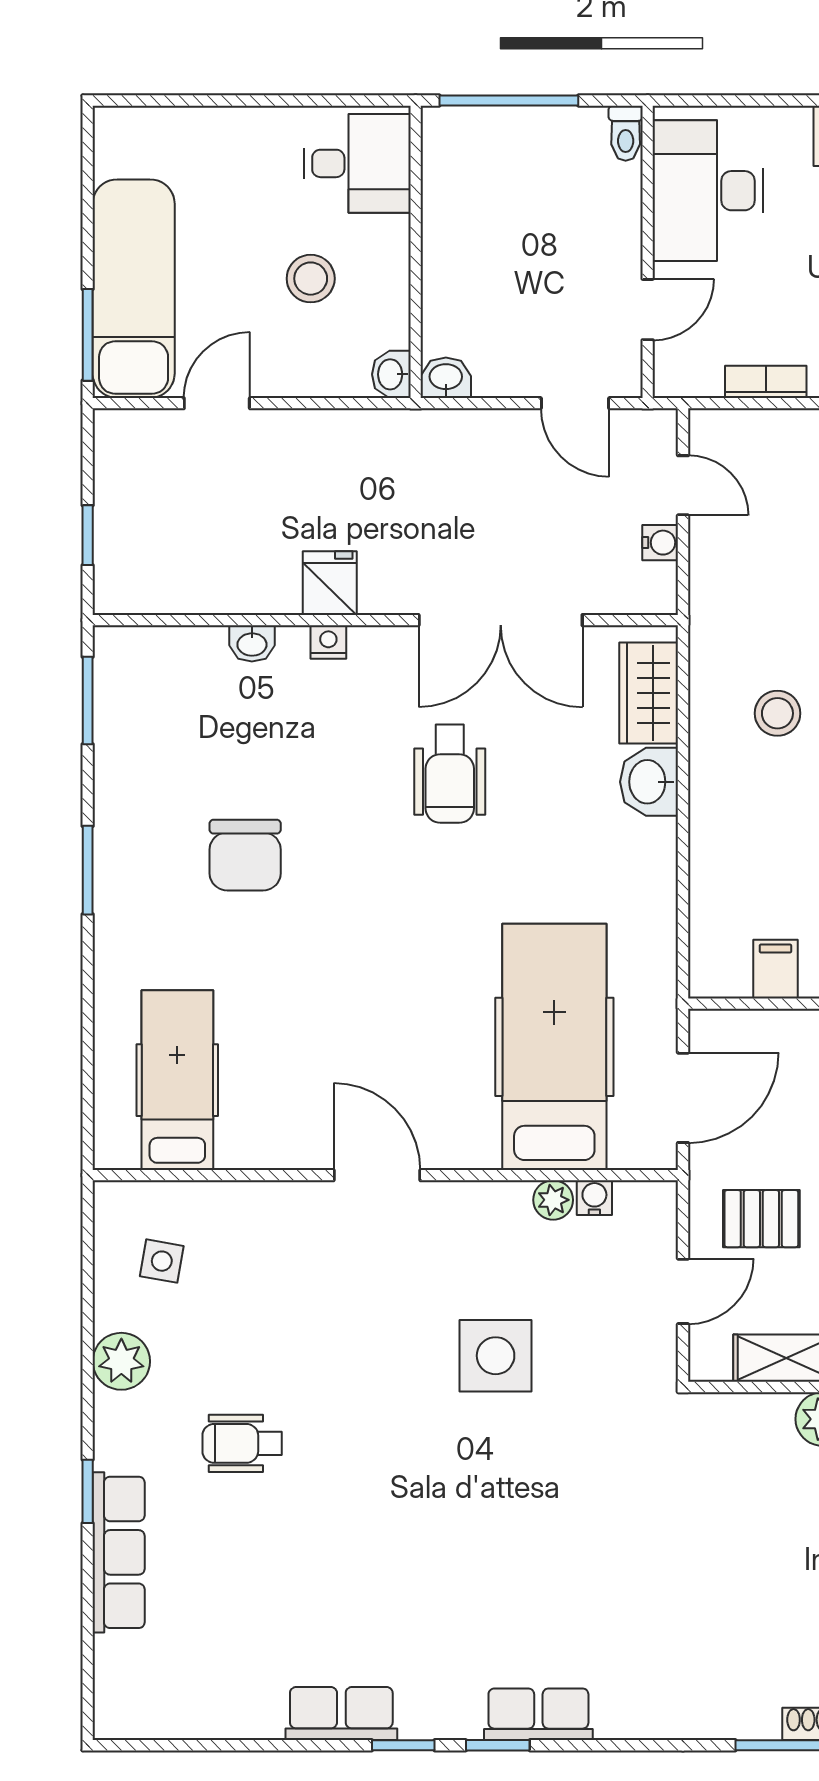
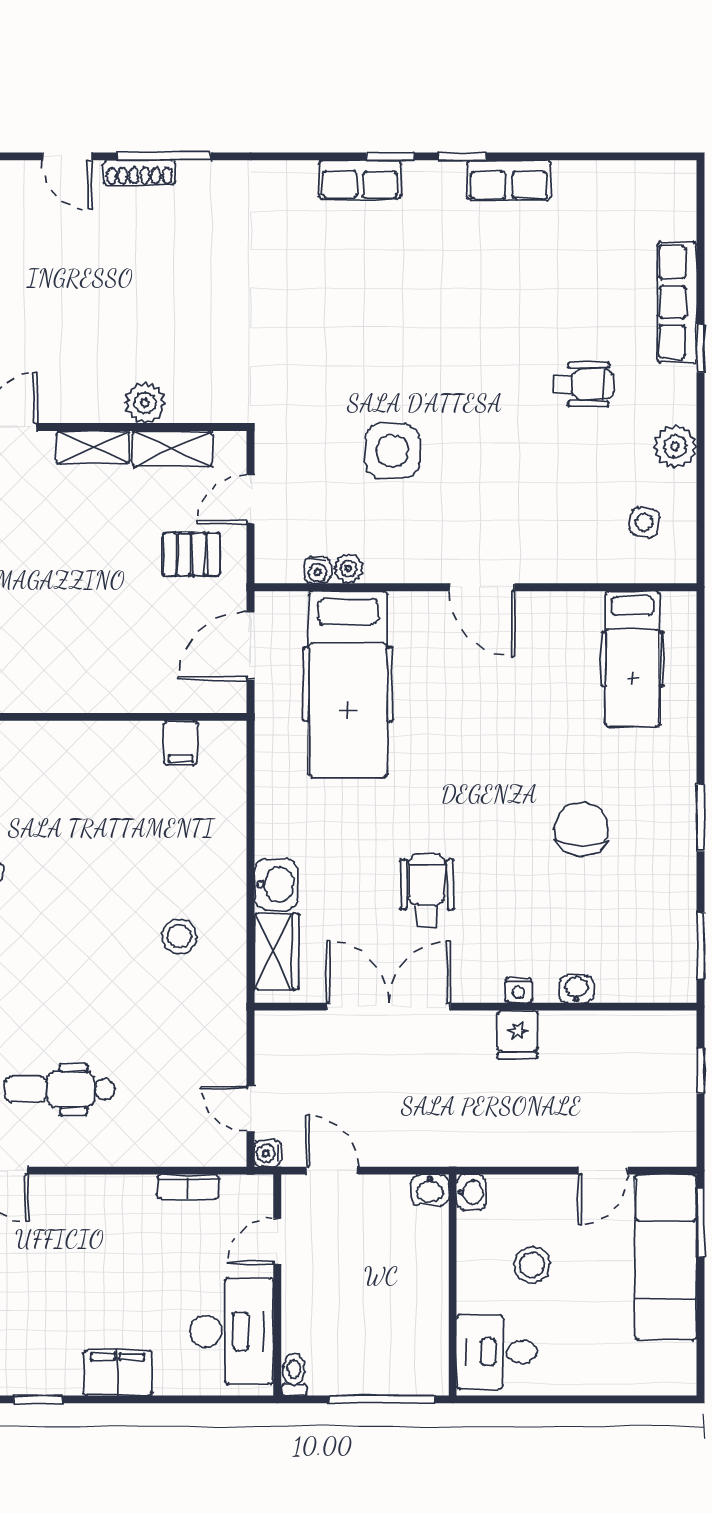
water cooler: (660, 543) -> (268, 1153), moved

